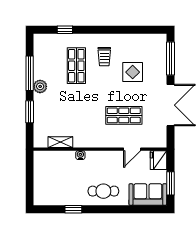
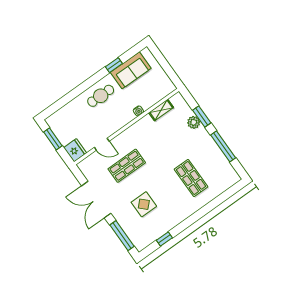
window: (65, 30) -> (164, 239), moved
trolley: (104, 57) -> (174, 201), removed
plant: (40, 86) -> (194, 122), moved
door: (132, 149) -> (102, 144), swing flipped
sofa: (148, 194) -> (131, 70), moved

